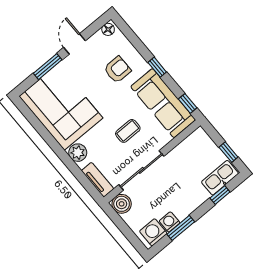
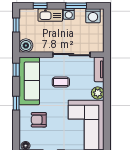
kitchen sink: (220, 178) -> (50, 15), moved
boiler: (122, 204) -> (26, 46), moved
washing machine: (170, 222) -> (69, 14), moved

